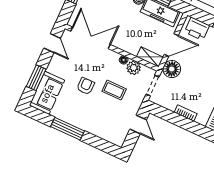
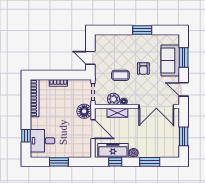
printer: (197, 29) -> (79, 151), removed
door: (171, 45) -> (93, 129), swing flipped
shelving: (150, 57) -> (117, 113), moved
sofa: (47, 93) -> (170, 61), moved
window: (67, 129) -> (142, 30), width x0.69

